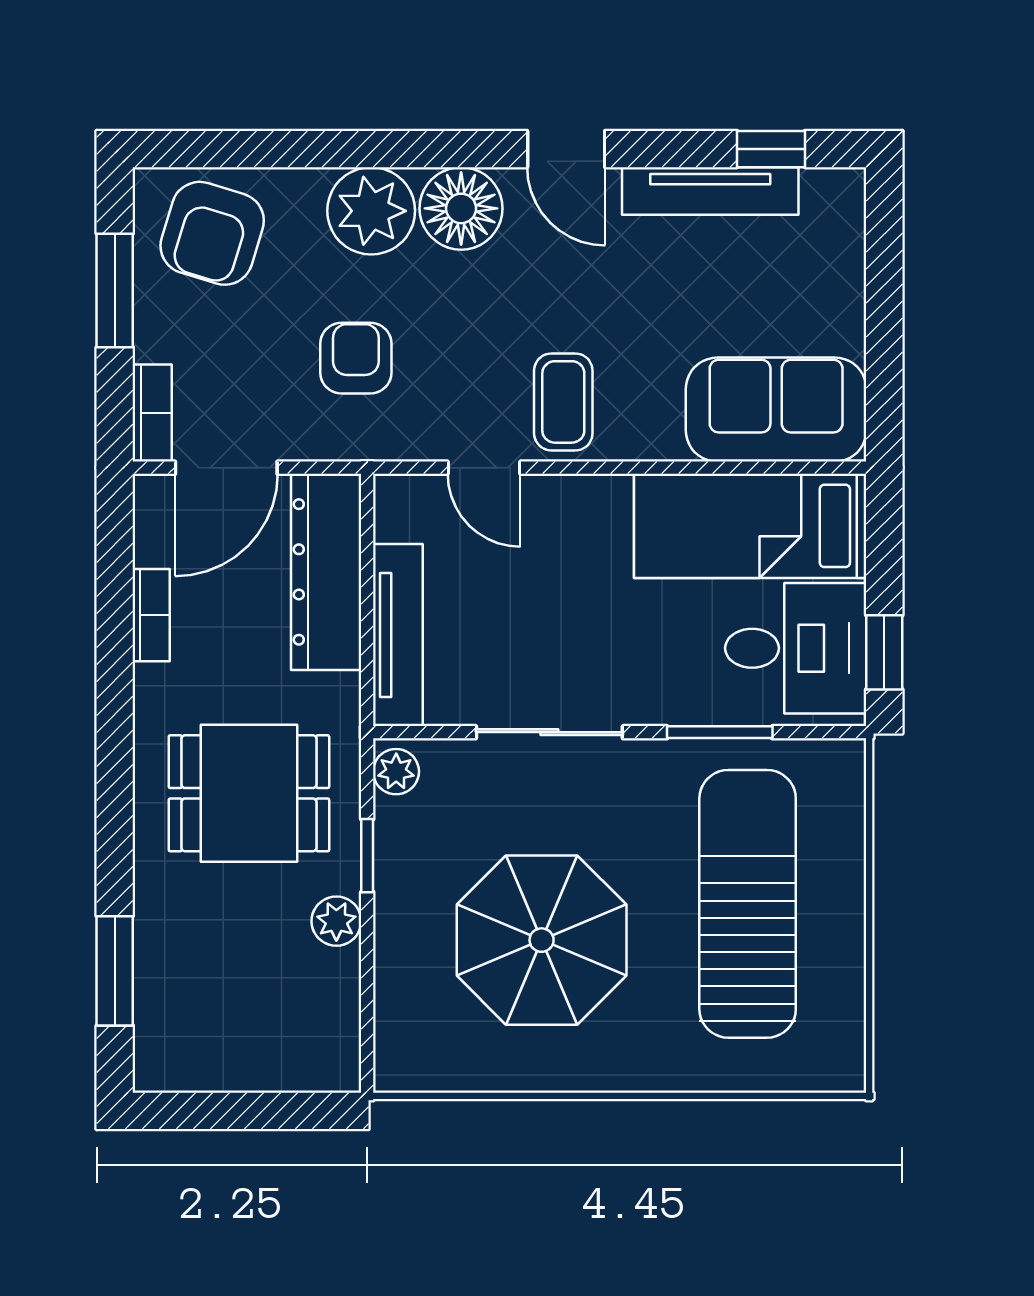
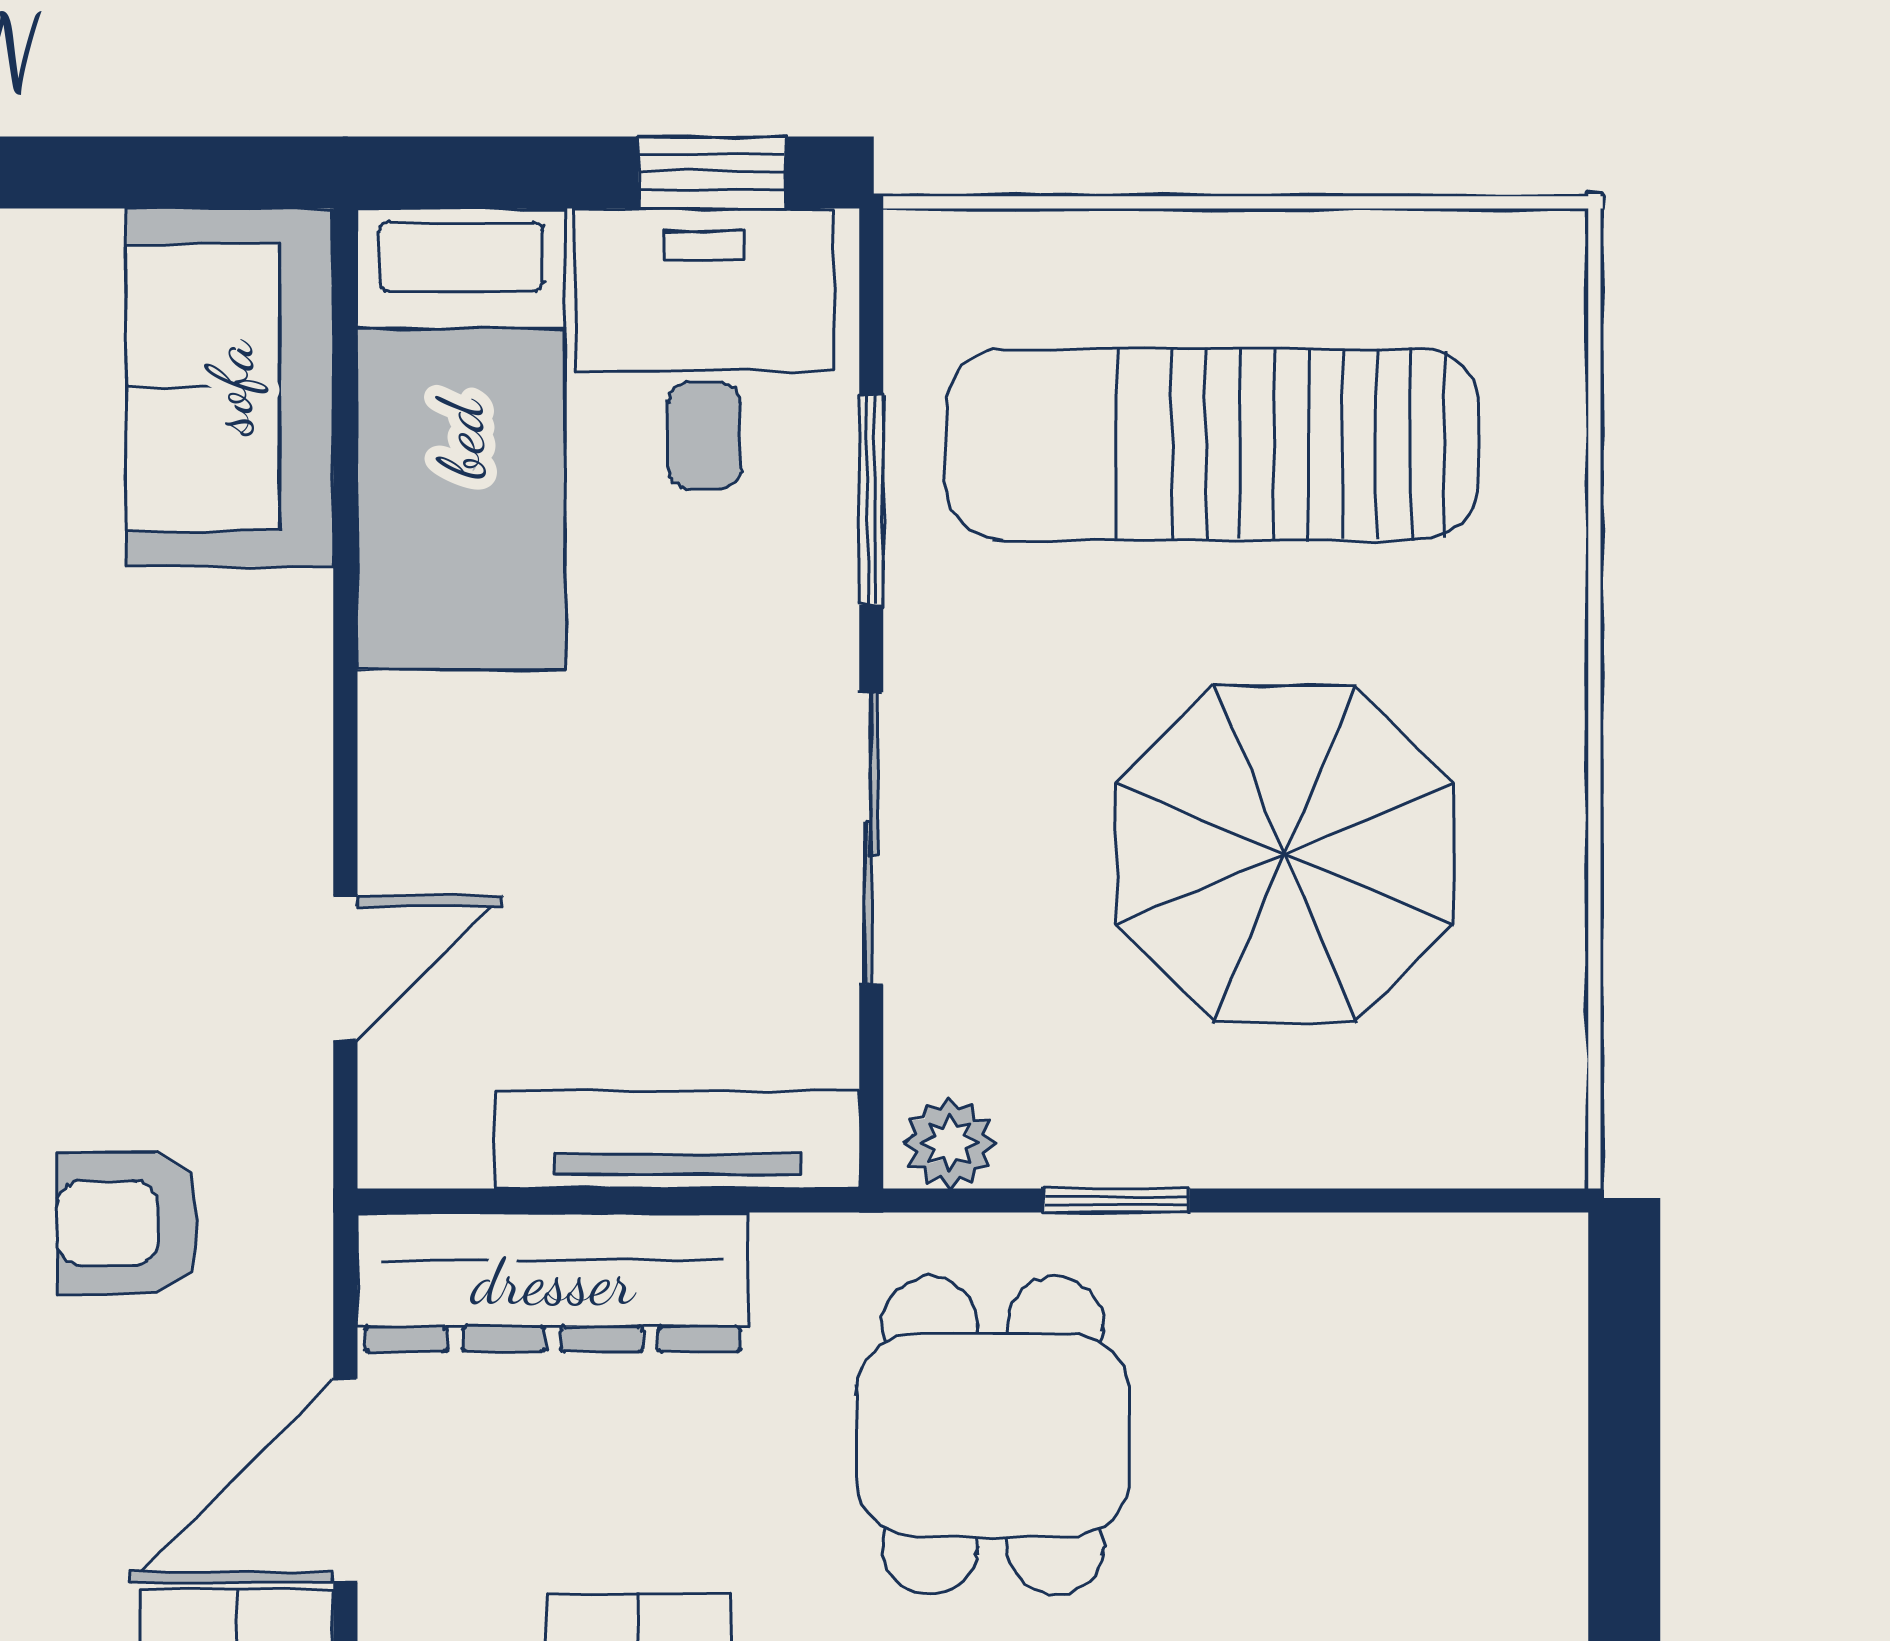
coffee table: (563, 402) -> (215, 811), removed
door: (226, 468) -> (345, 1481), swing flipped
plant: (336, 921) -> (1247, 1262), removed

